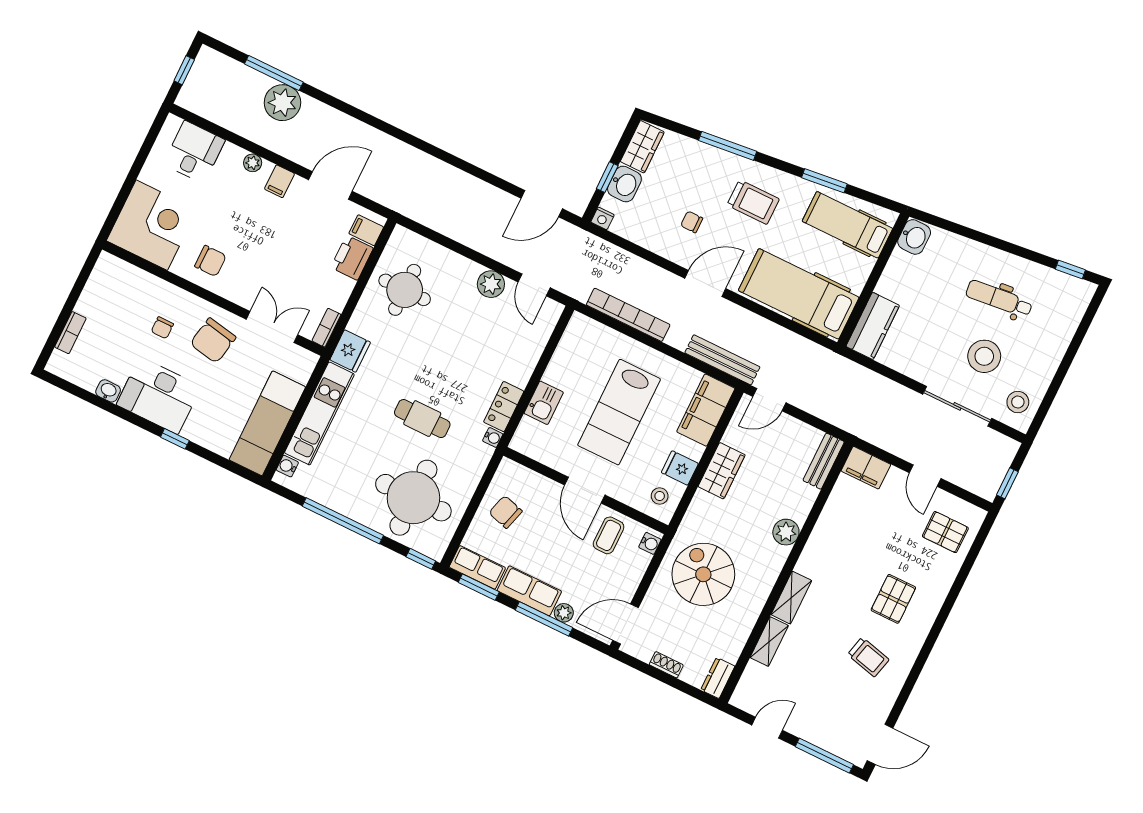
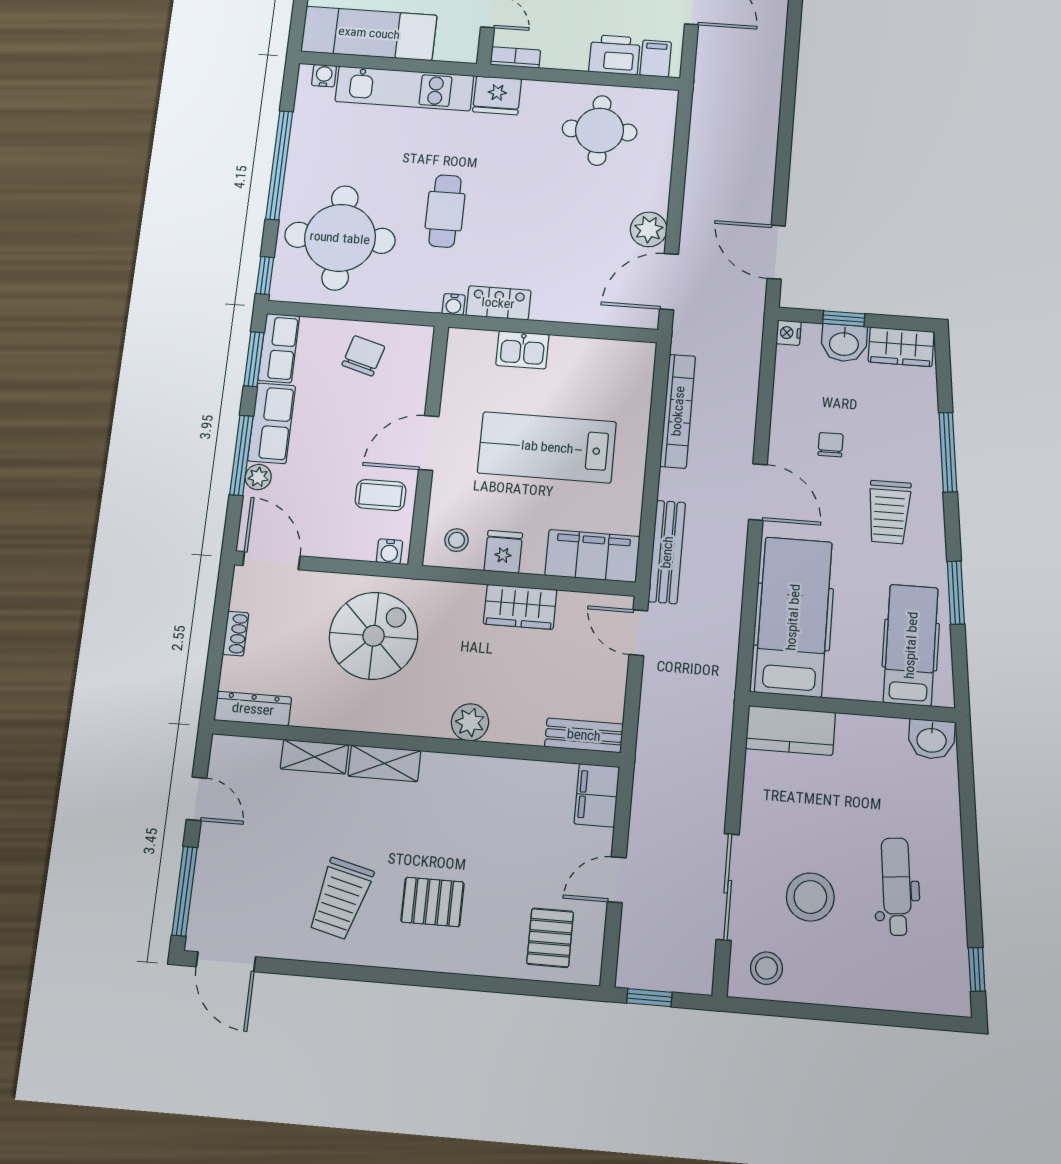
door: (534, 285) -> (669, 282), width x1.38
trolley: (868, 657) -> (340, 899), width x1.36, depth x1.39
dresser: (718, 678) -> (253, 709), width x1.44

